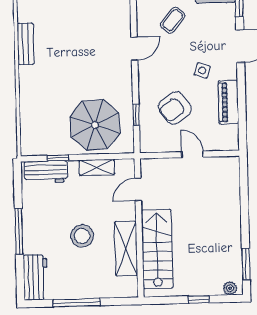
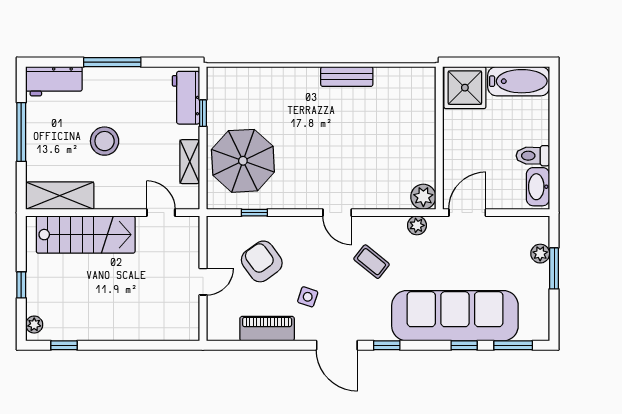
shelving: (126, 249) -> (60, 196), moved
window: (246, 264) -> (64, 345), width x0.67

